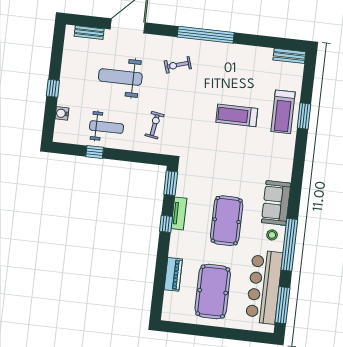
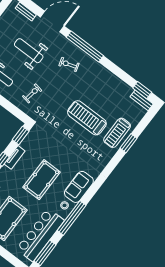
window: (206, 35) -> (85, 46), moved
window: (283, 44) -> (142, 90), added
treadmill: (237, 115) -> (87, 118), width x1.37, depth x1.38

